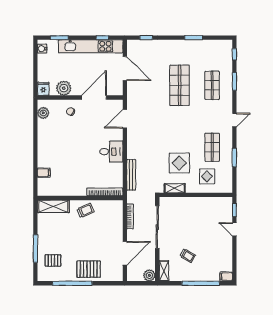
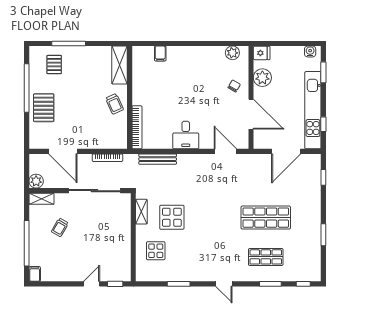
shop shelf: (212, 147) -> (191, 257), removed

